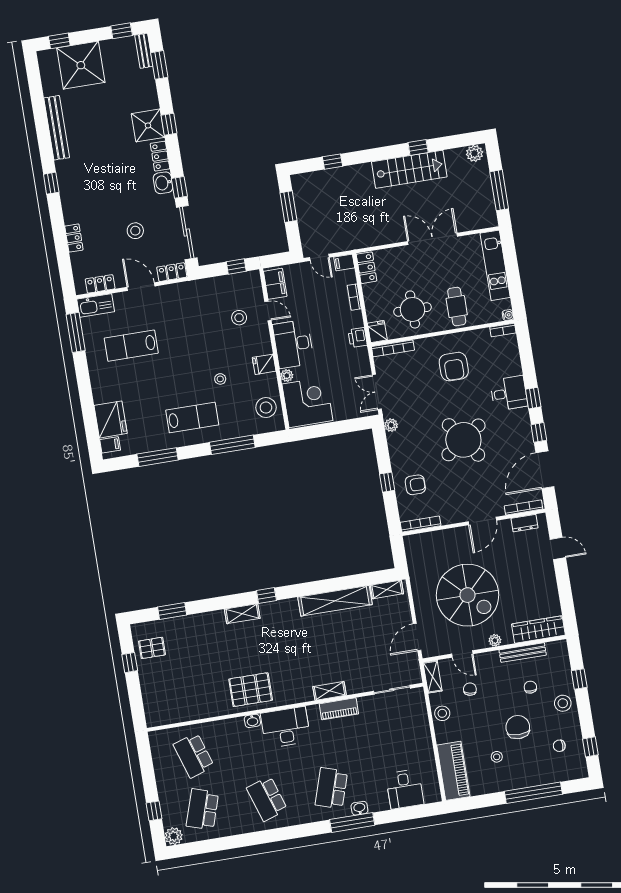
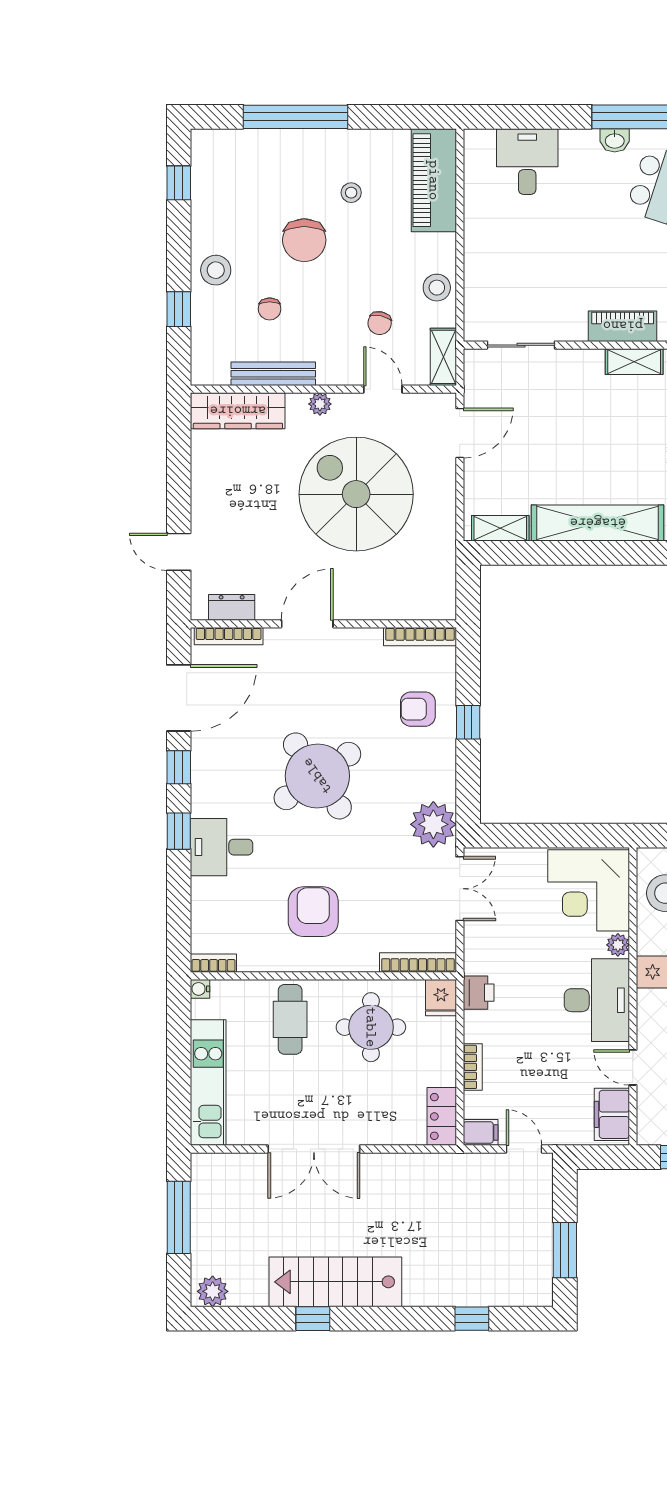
plant: (391, 425) -> (433, 824), width x1.88, depth x1.88
chair: (559, 746) -> (235, 194), removed

